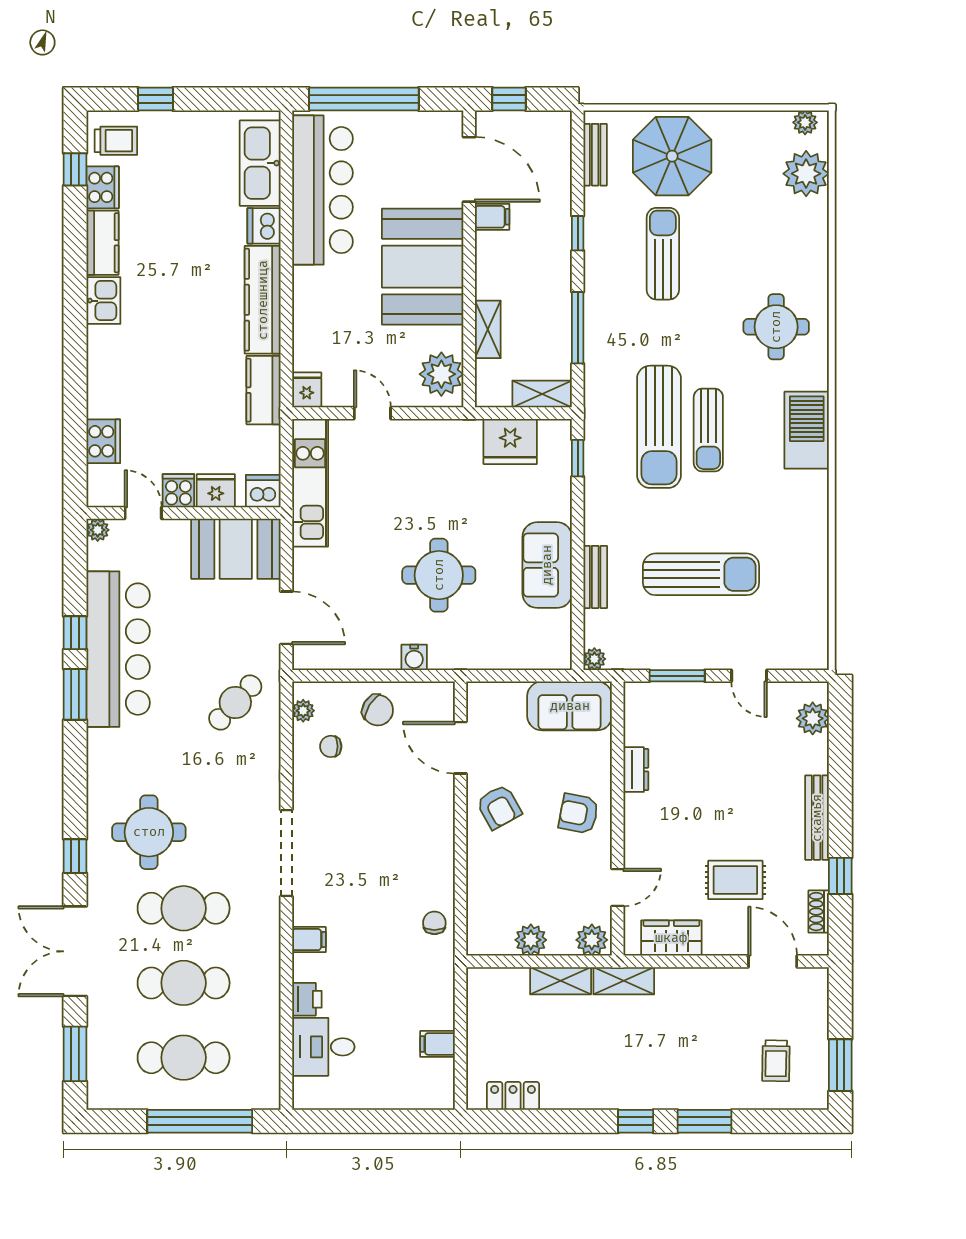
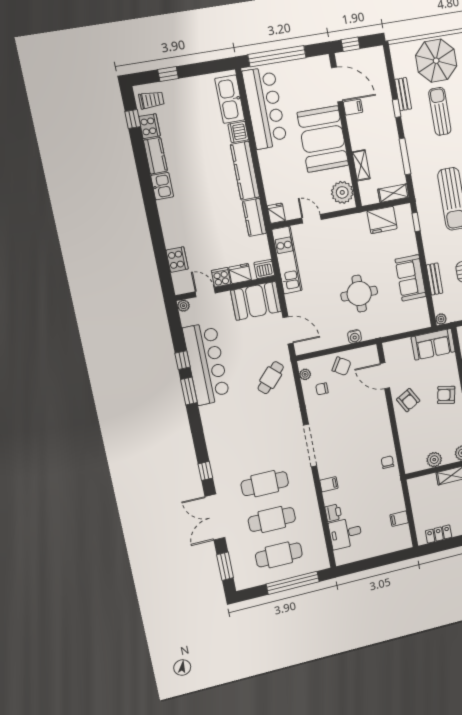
bench: (595, 155) -> (403, 94), moved
round table: (149, 832) -> (240, 451), removed

